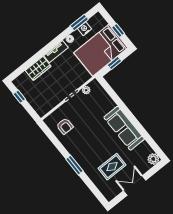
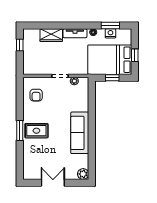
rug: (112, 167) -> (36, 131), moved

